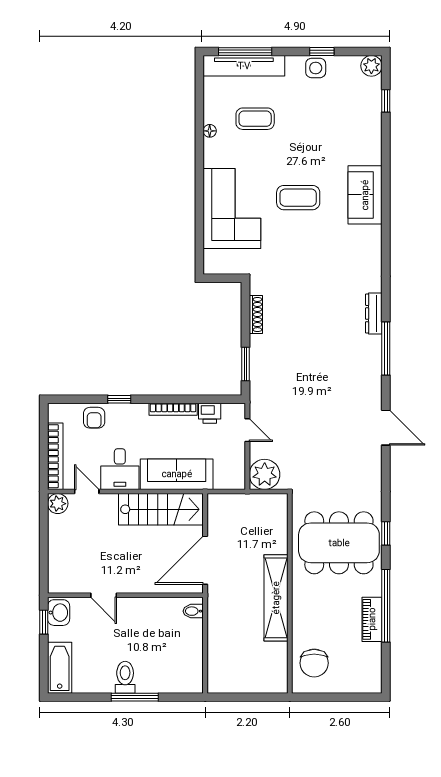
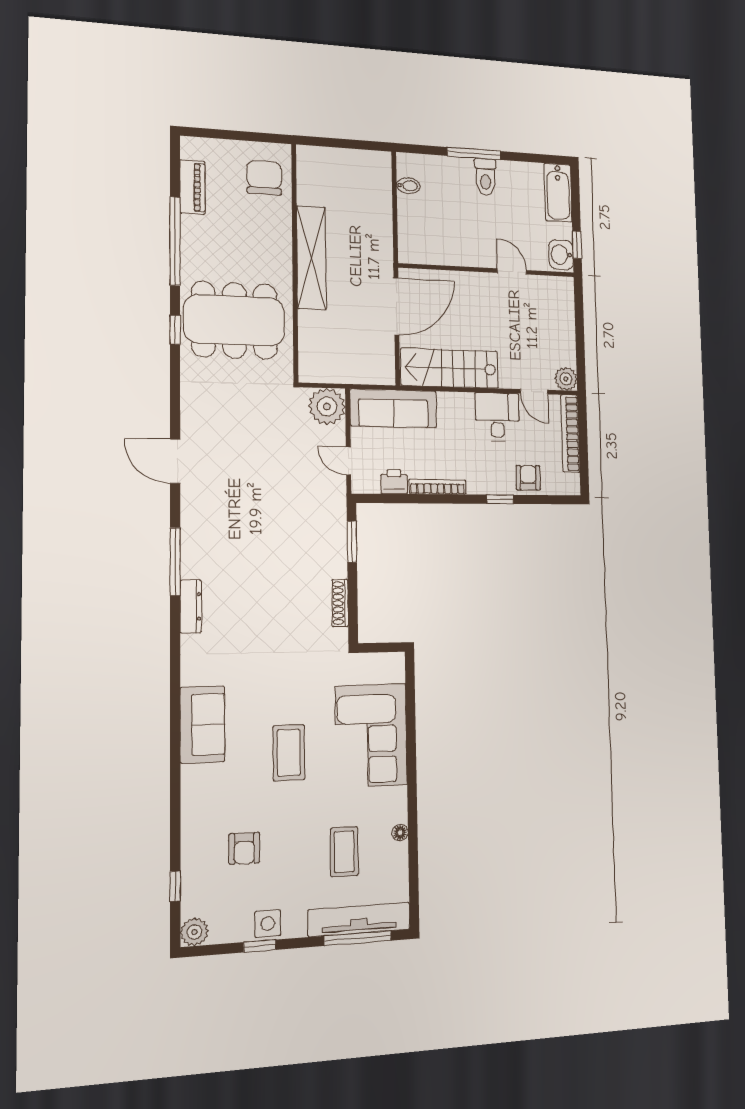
coffee table: (255, 119) -> (344, 852), turned 90
armchair: (333, 126) -> (244, 848), added
sofa: (365, 195) -> (202, 725), moved
coffee table: (298, 198) -> (289, 753), turned 90
sofa: (177, 474) -> (393, 408), moved
bidet: (193, 611) -> (408, 186), moved
piano: (372, 619) -> (192, 187), moved

